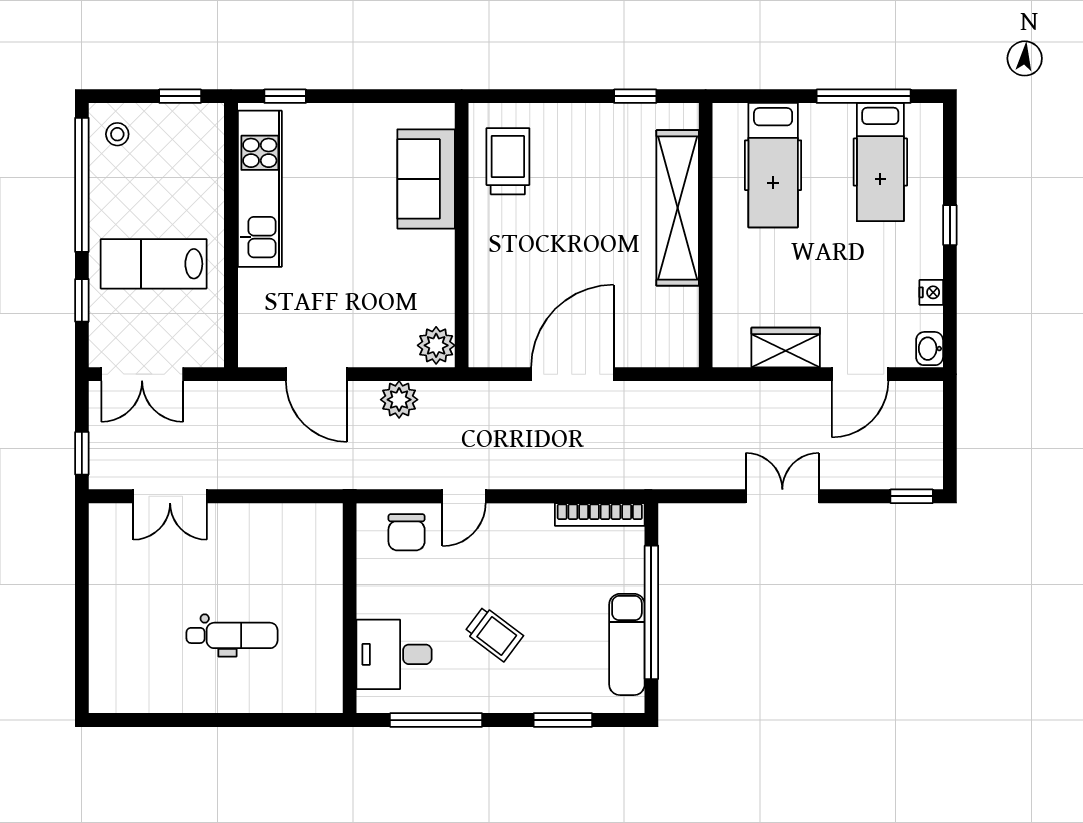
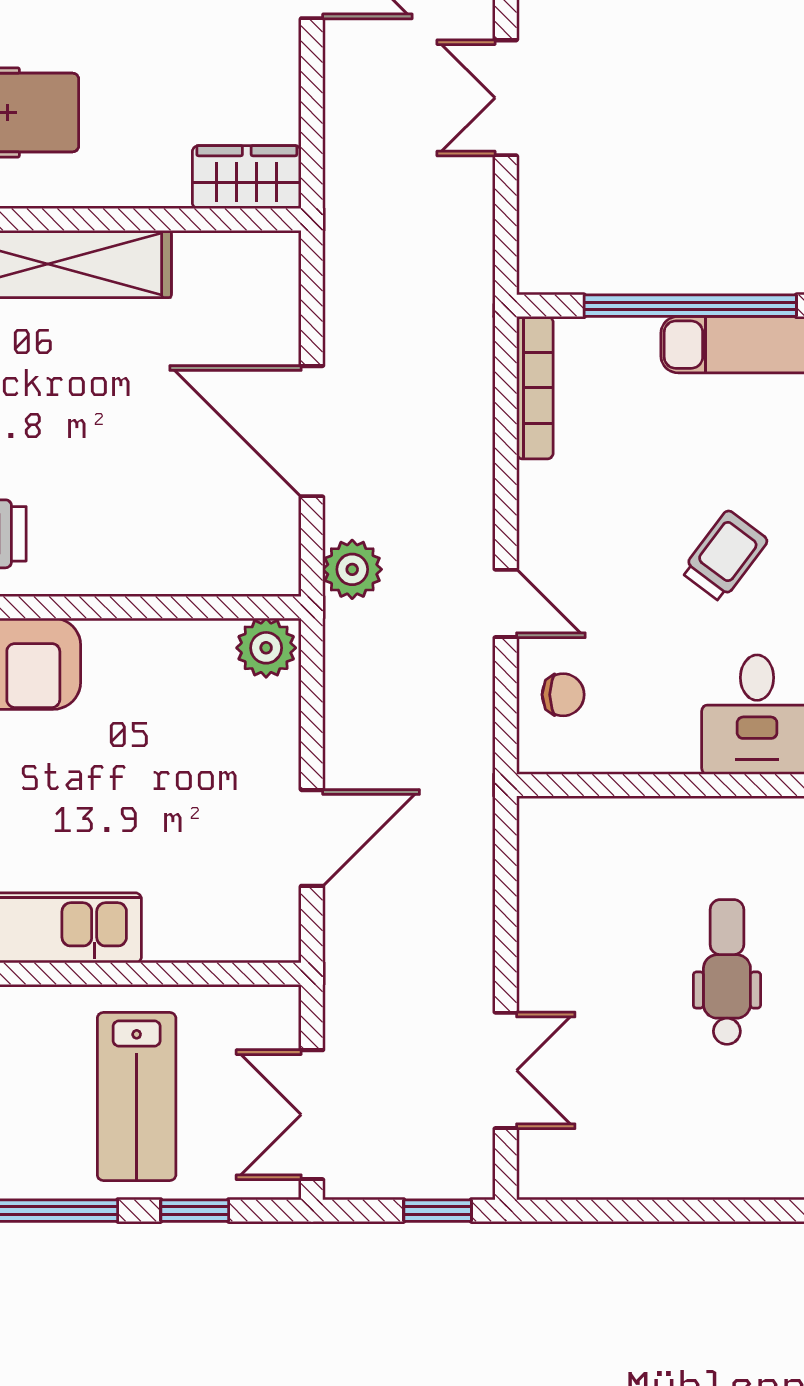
wardrobe: (786, 348) -> (247, 177), moved, turned 90
double door: (142, 374) -> (312, 1115), swing flipped
plant: (399, 400) -> (352, 569), moved
chair: (407, 532) -> (563, 695), width x0.73, depth x0.73

